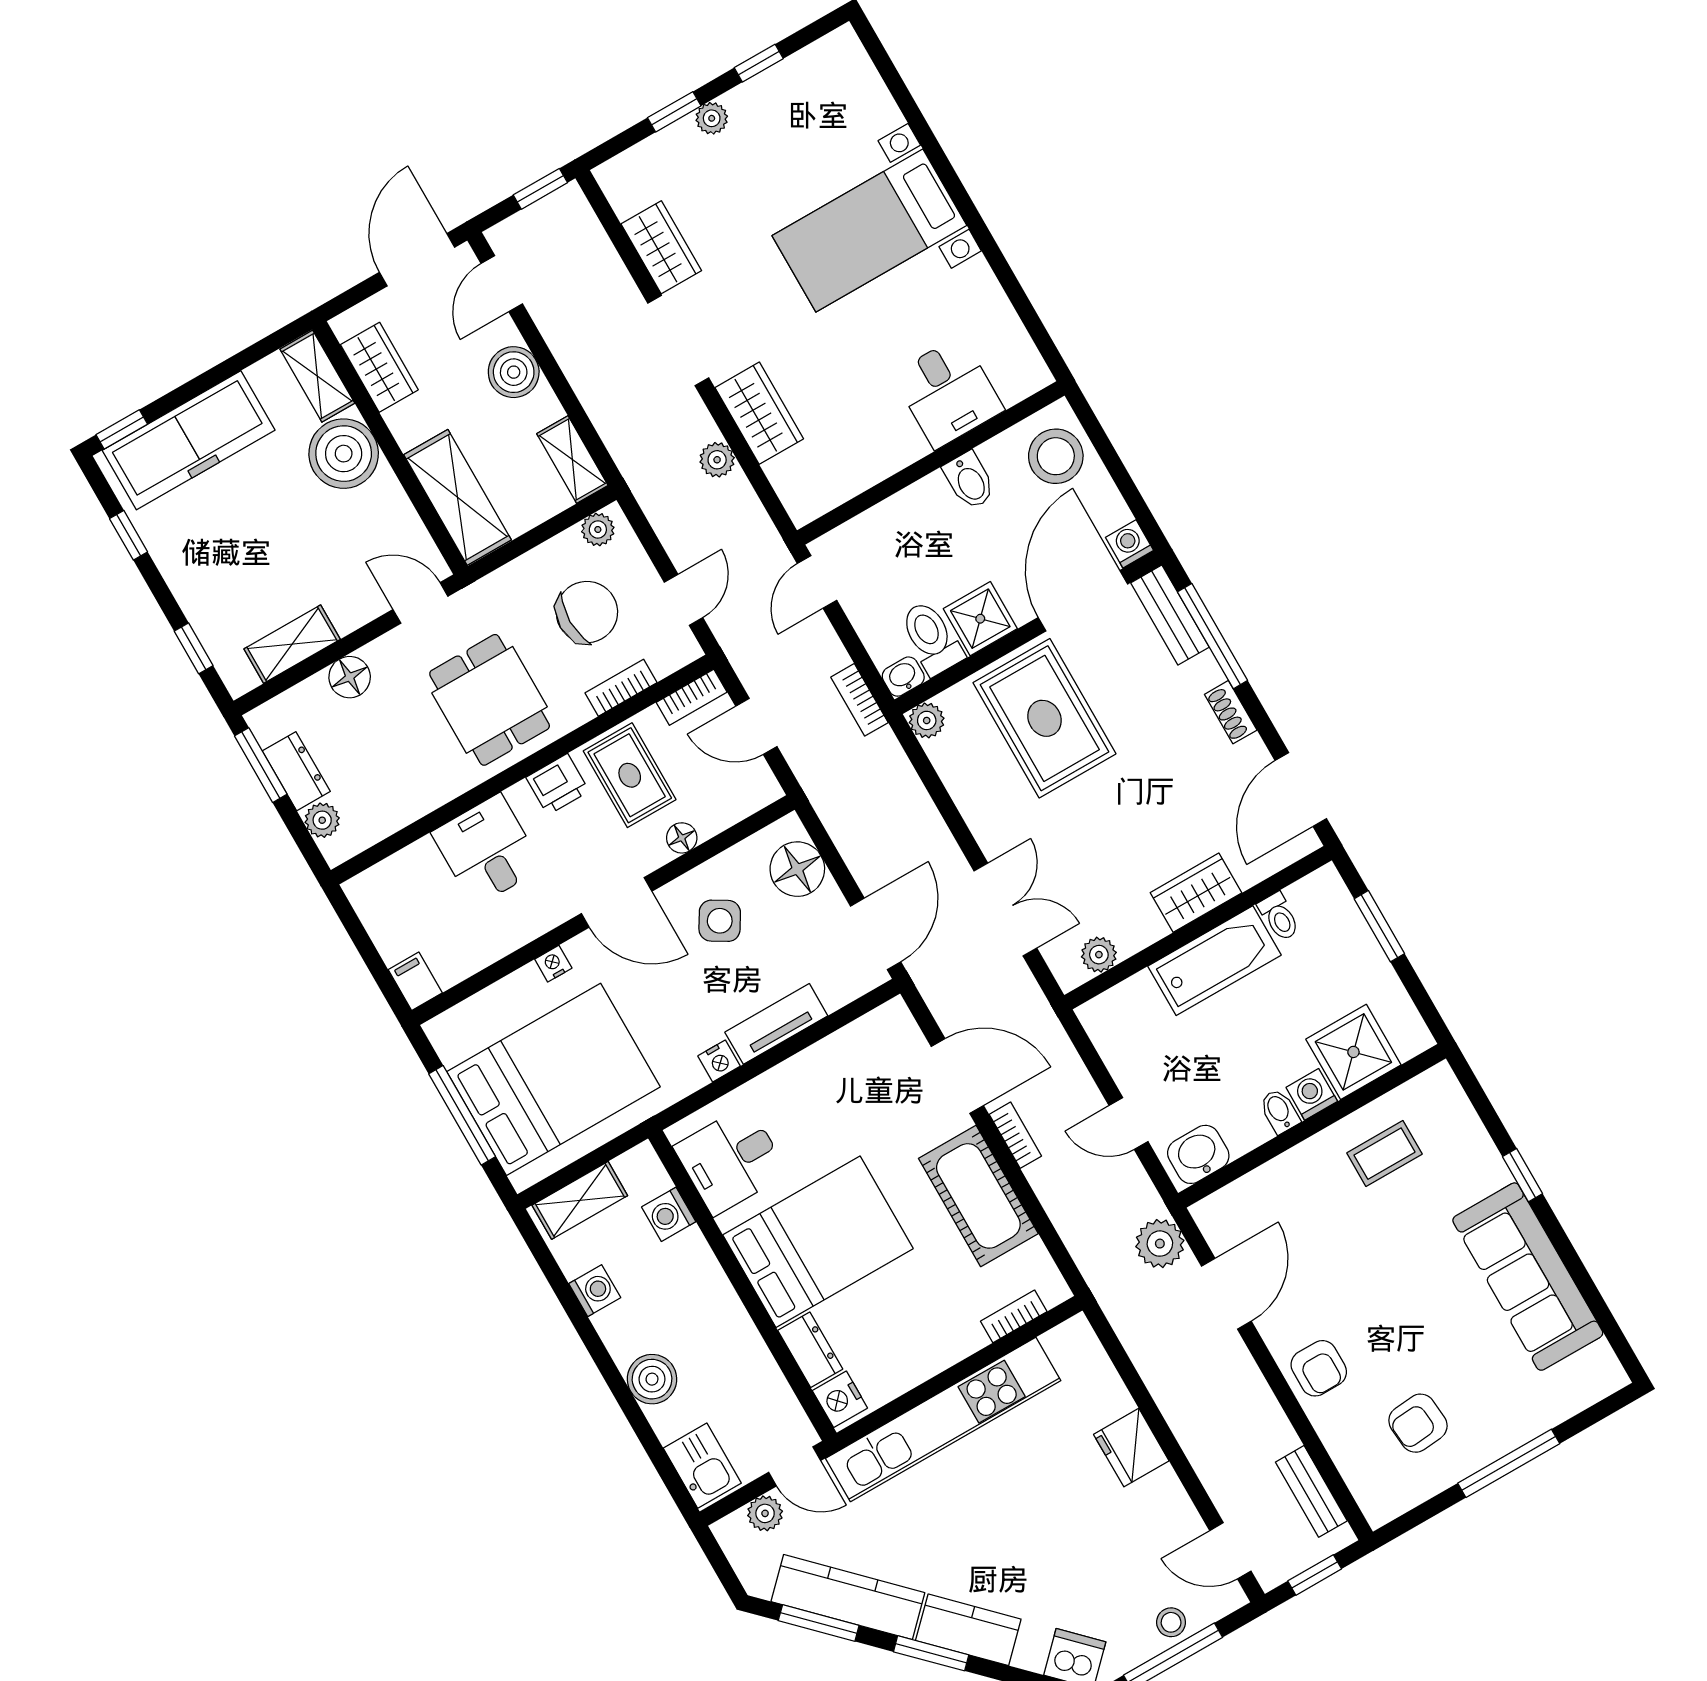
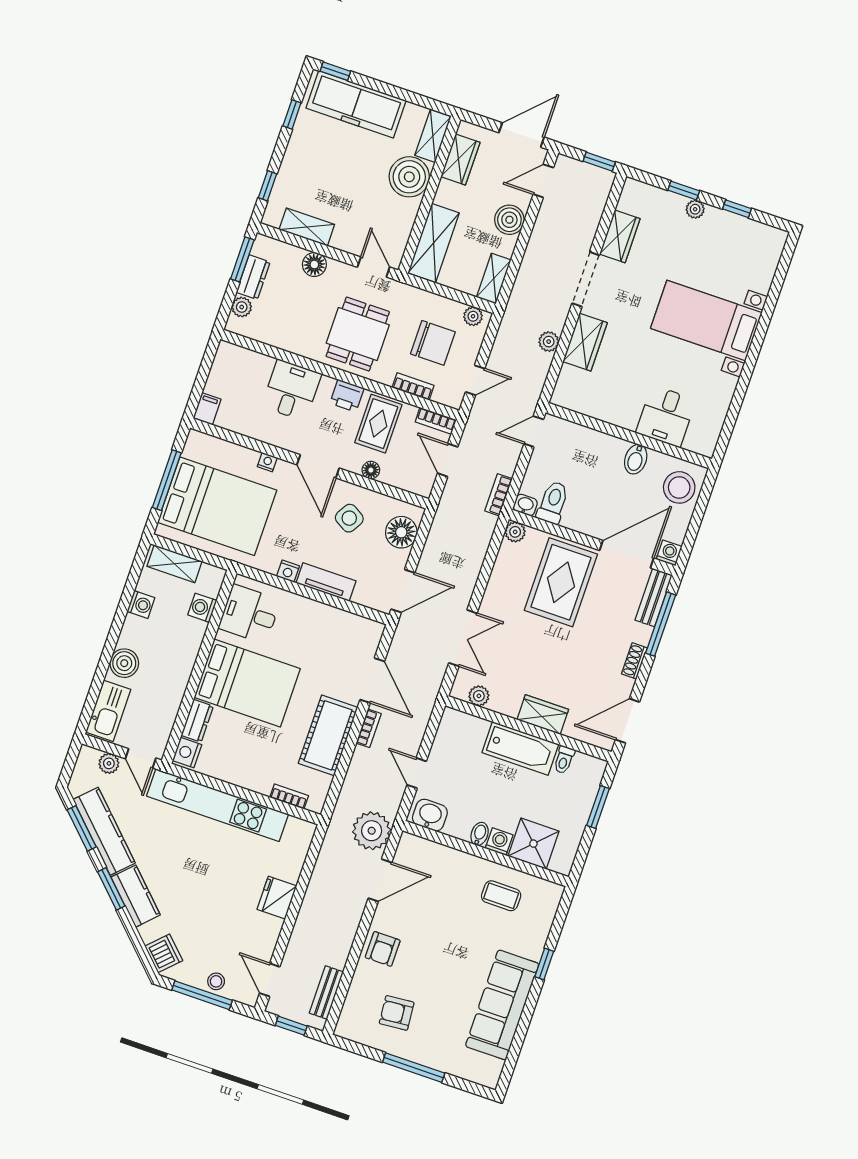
shower: (980, 619) -> (580, 516), removed
plant: (1160, 1244) -> (372, 831), width x1.36, depth x1.36
kitchen sink: (702, 1466) -> (108, 711), width x1.38

